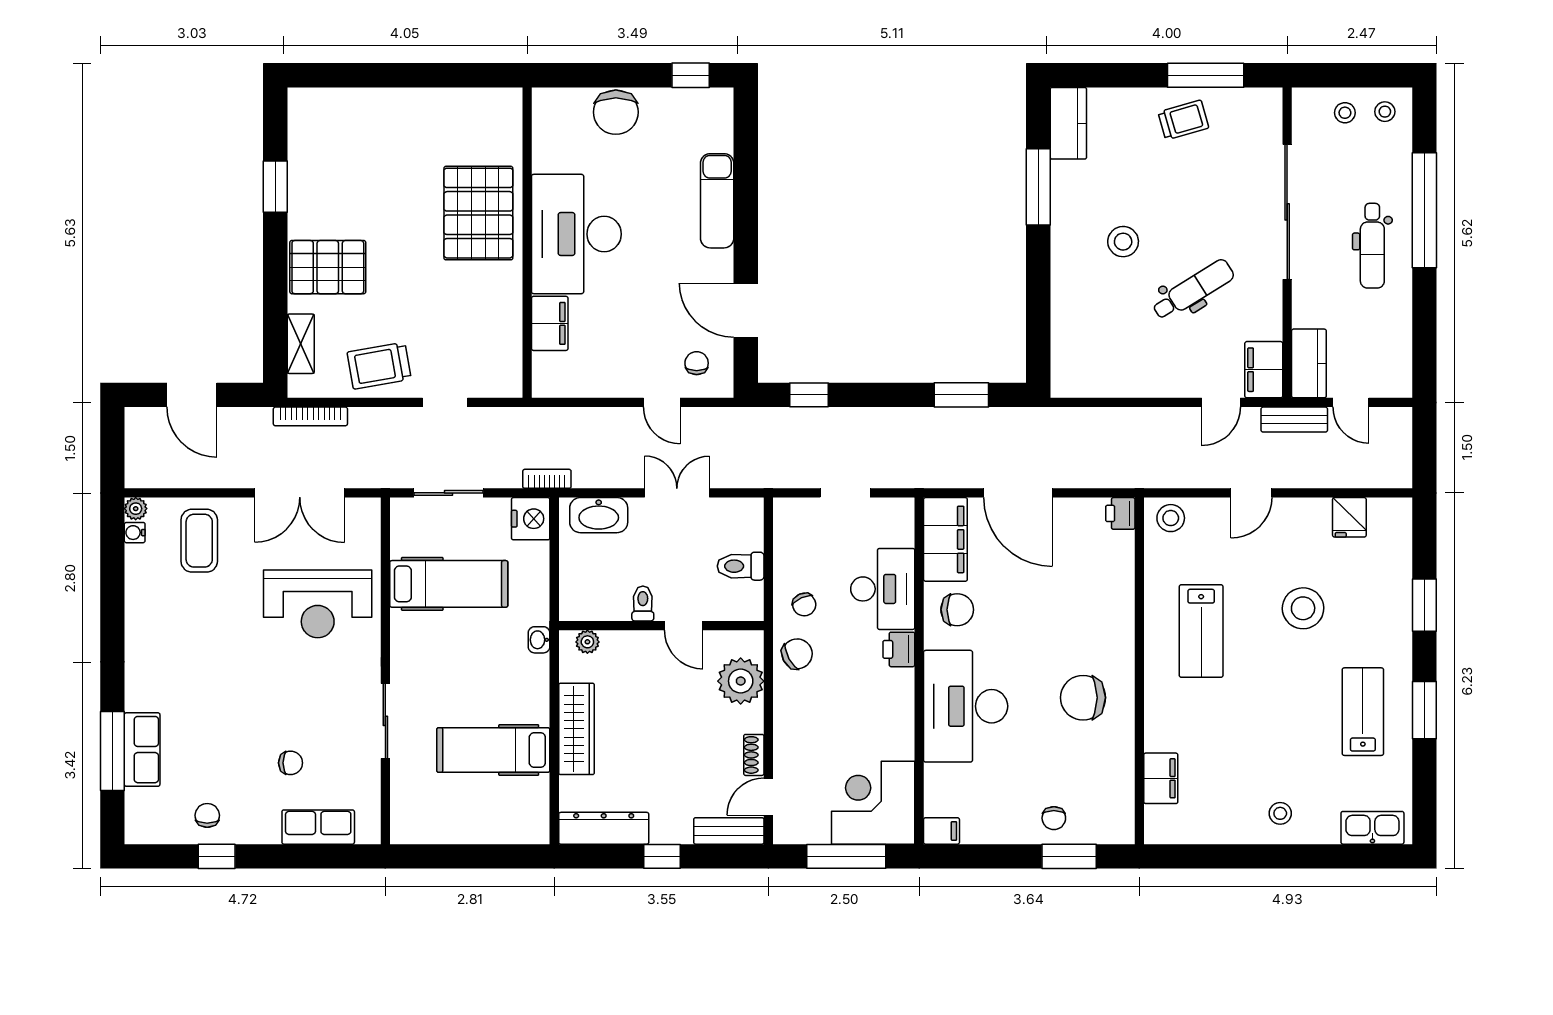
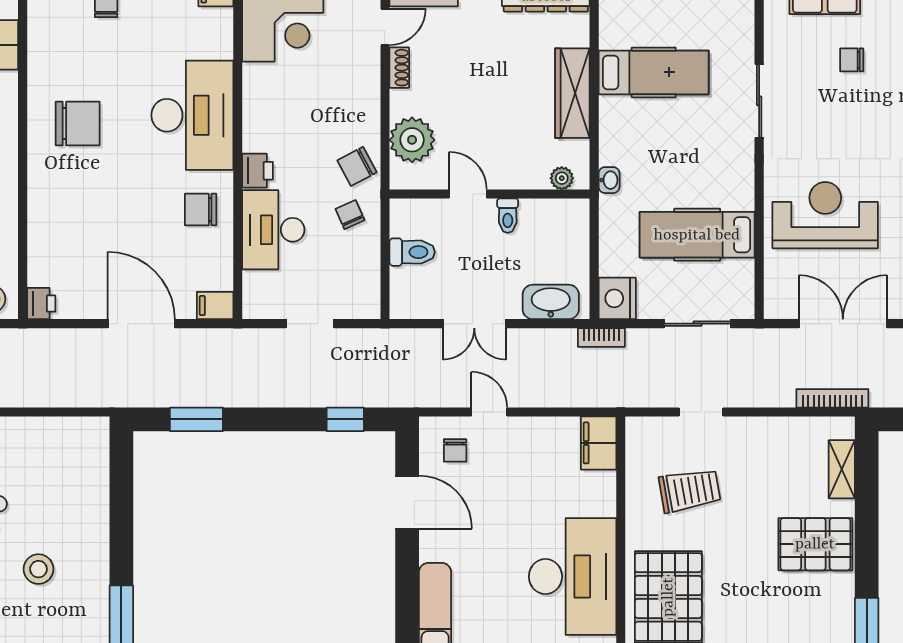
filing cabinet: (550, 323) -> (599, 443), moved
trolley: (379, 366) -> (690, 490), moved
filing cabinet: (945, 539) -> (215, 306), width x0.33, depth x0.86

